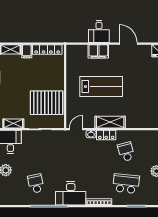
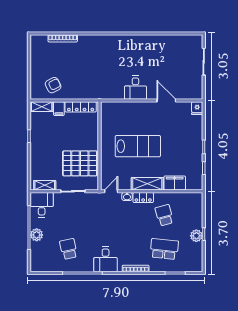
armchair: (21, 29) -> (53, 85), added
filing cabinet: (98, 51) -> (175, 183), moved, turned 180
desk: (71, 193) -> (106, 259), width x0.73

